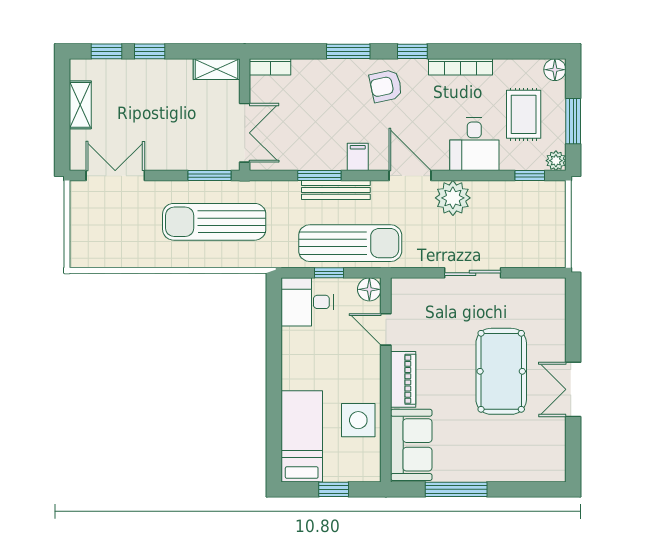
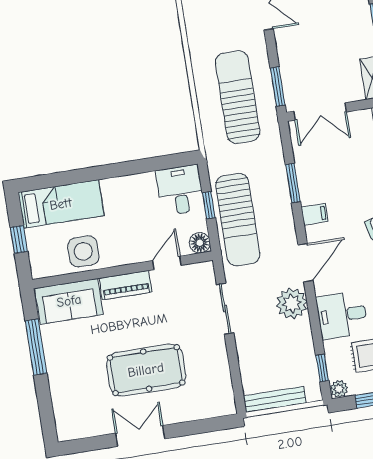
bench: (336, 190) -> (275, 399), moved, turned 90
sliding door: (473, 273) -> (225, 309), moved

